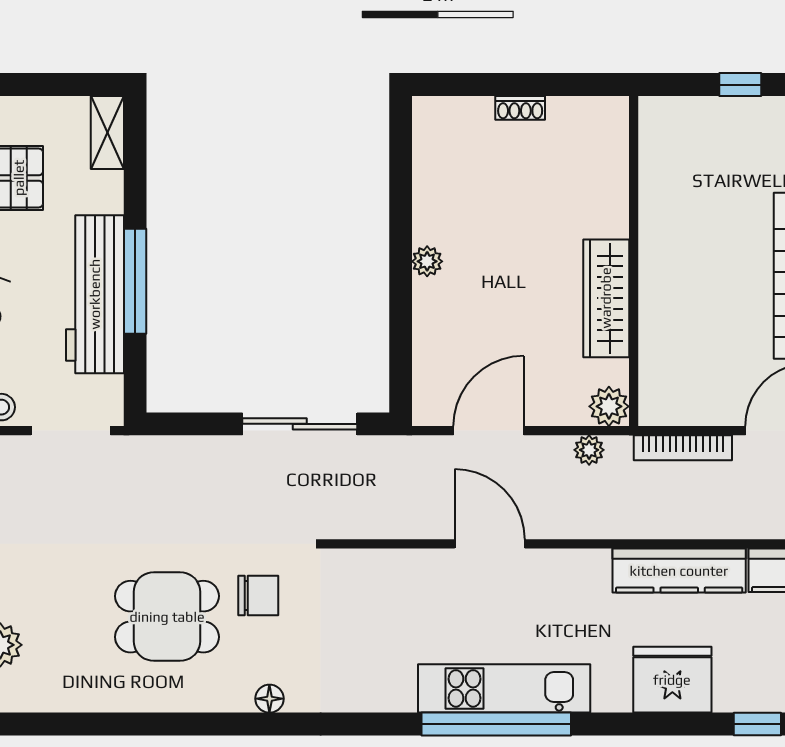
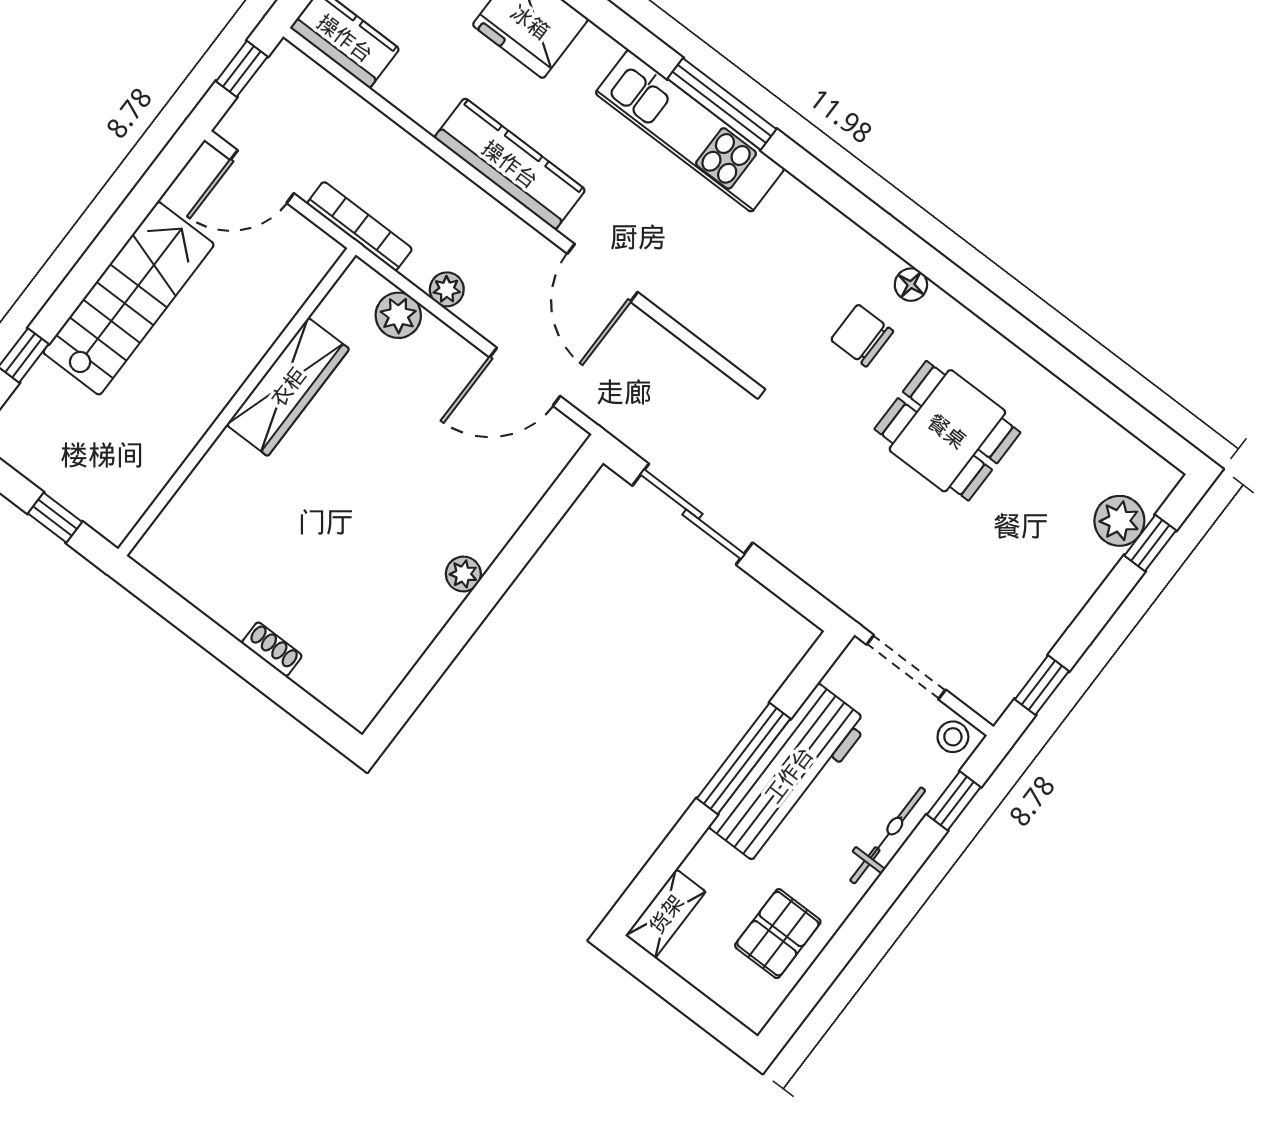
wall: (634, 261) -> (237, 402), moved
wardrobe: (606, 298) -> (288, 387), moved
kitchen counter: (679, 571) -> (510, 164), moved
chair: (258, 595) -> (862, 336), moved
window: (496, 724) -> (722, 104), width x0.68

